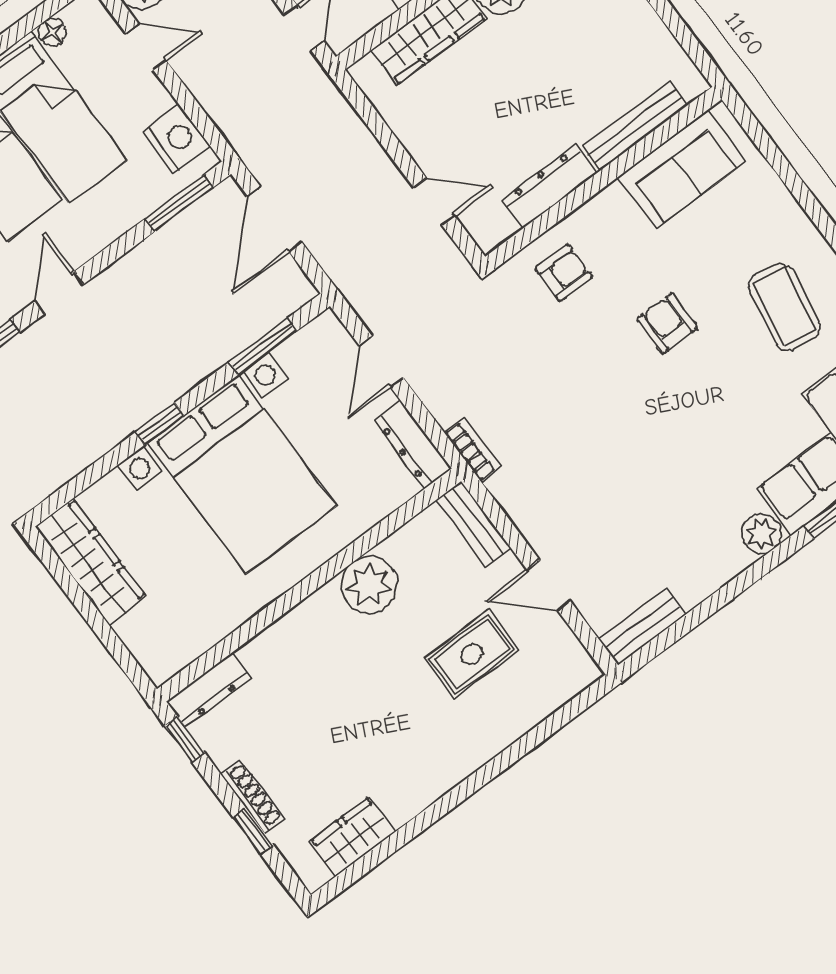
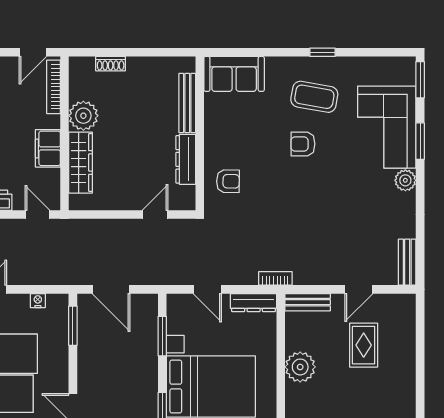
nightstand: (177, 139) -> (38, 301), width x0.53, depth x0.56
sofa: (682, 169) -> (234, 74), moved, turned 90
armchair: (564, 273) -> (228, 181), turned 91
armchair: (667, 323) -> (303, 144), moved

